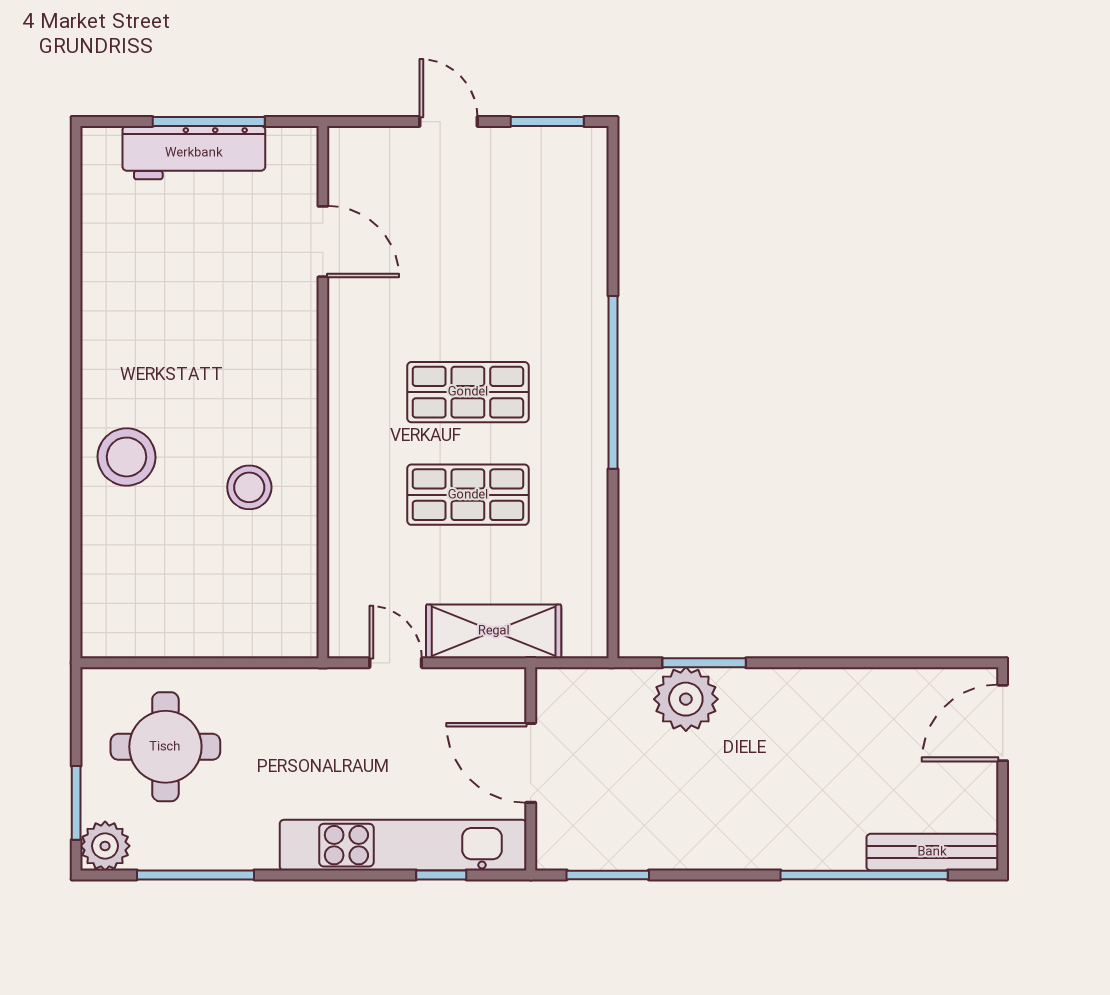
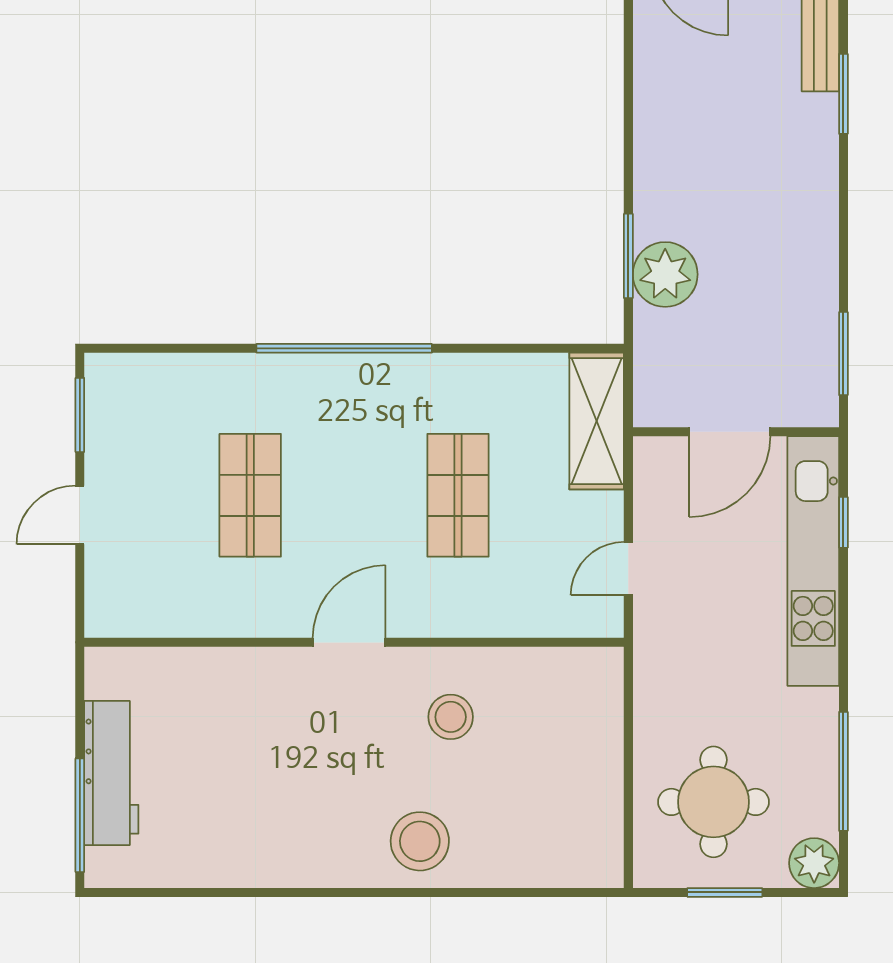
window: (209, 122) -> (80, 815), moved
door: (323, 242) -> (349, 642), moved
shop shelf: (468, 392) -> (250, 495), moved
shelving: (494, 631) -> (597, 421), moved
window: (76, 803) -> (725, 892), moved
window: (864, 875) -> (843, 94), width x0.47

